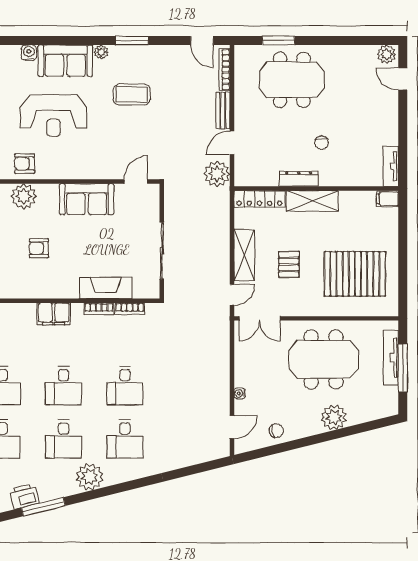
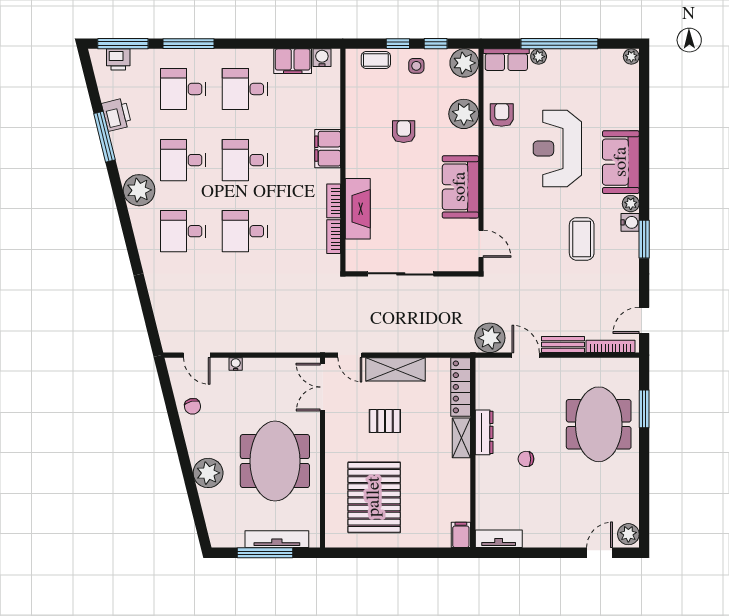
water cooler: (29, 53) -> (630, 222), moved
shelving: (312, 201) -> (461, 438), width x0.67, depth x0.75

